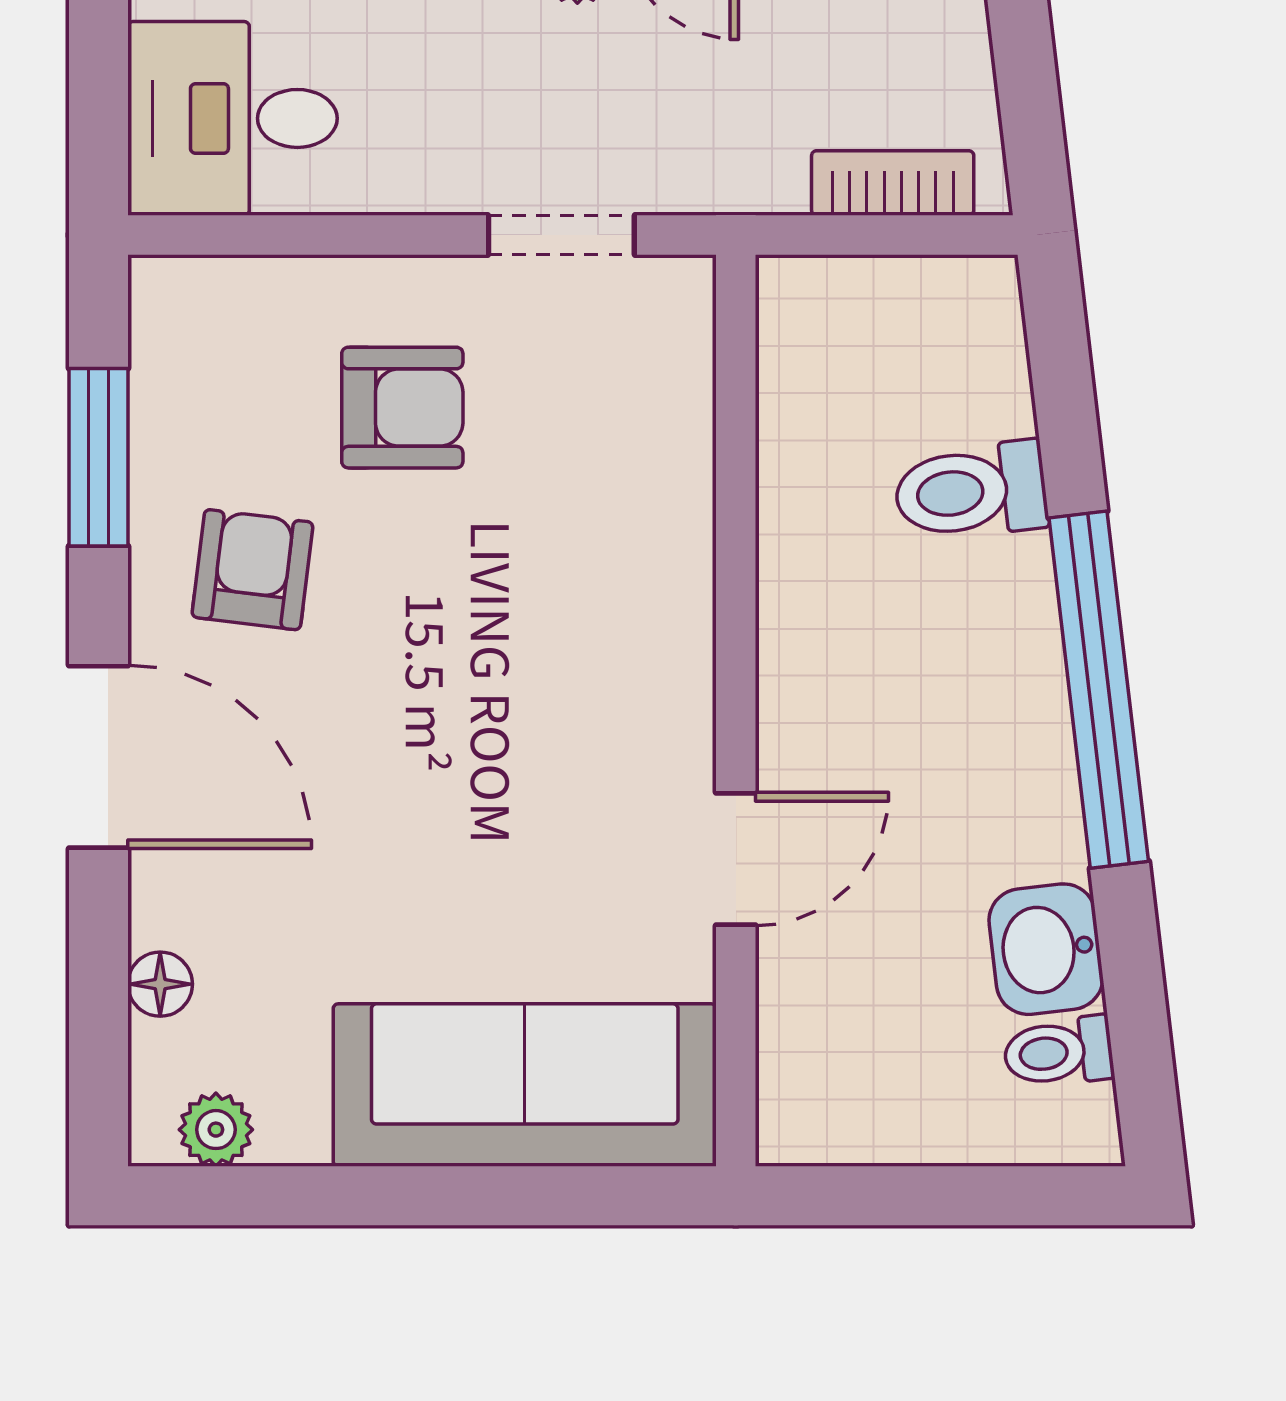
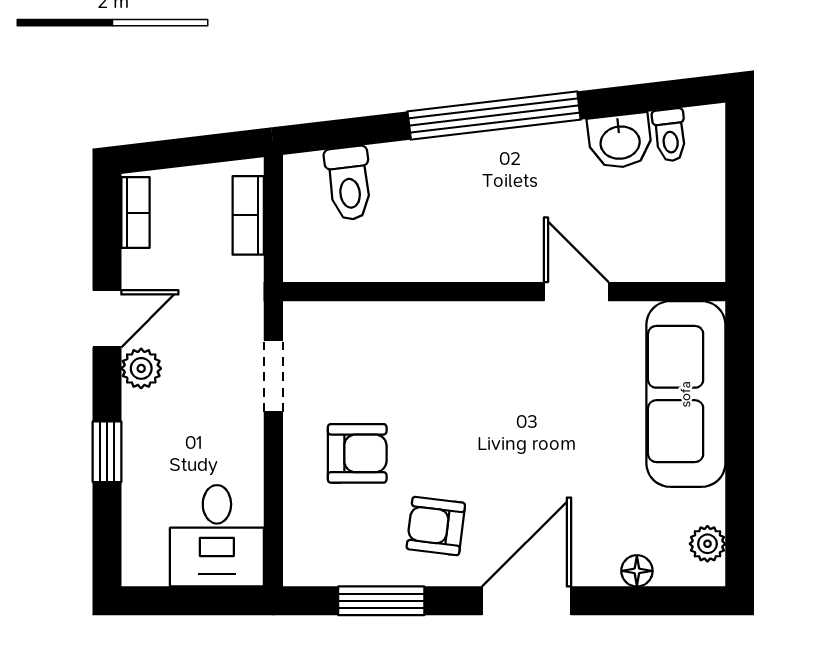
armchair: (402, 408) -> (357, 453), turned 90
toilet: (971, 491) -> (349, 183), moved

